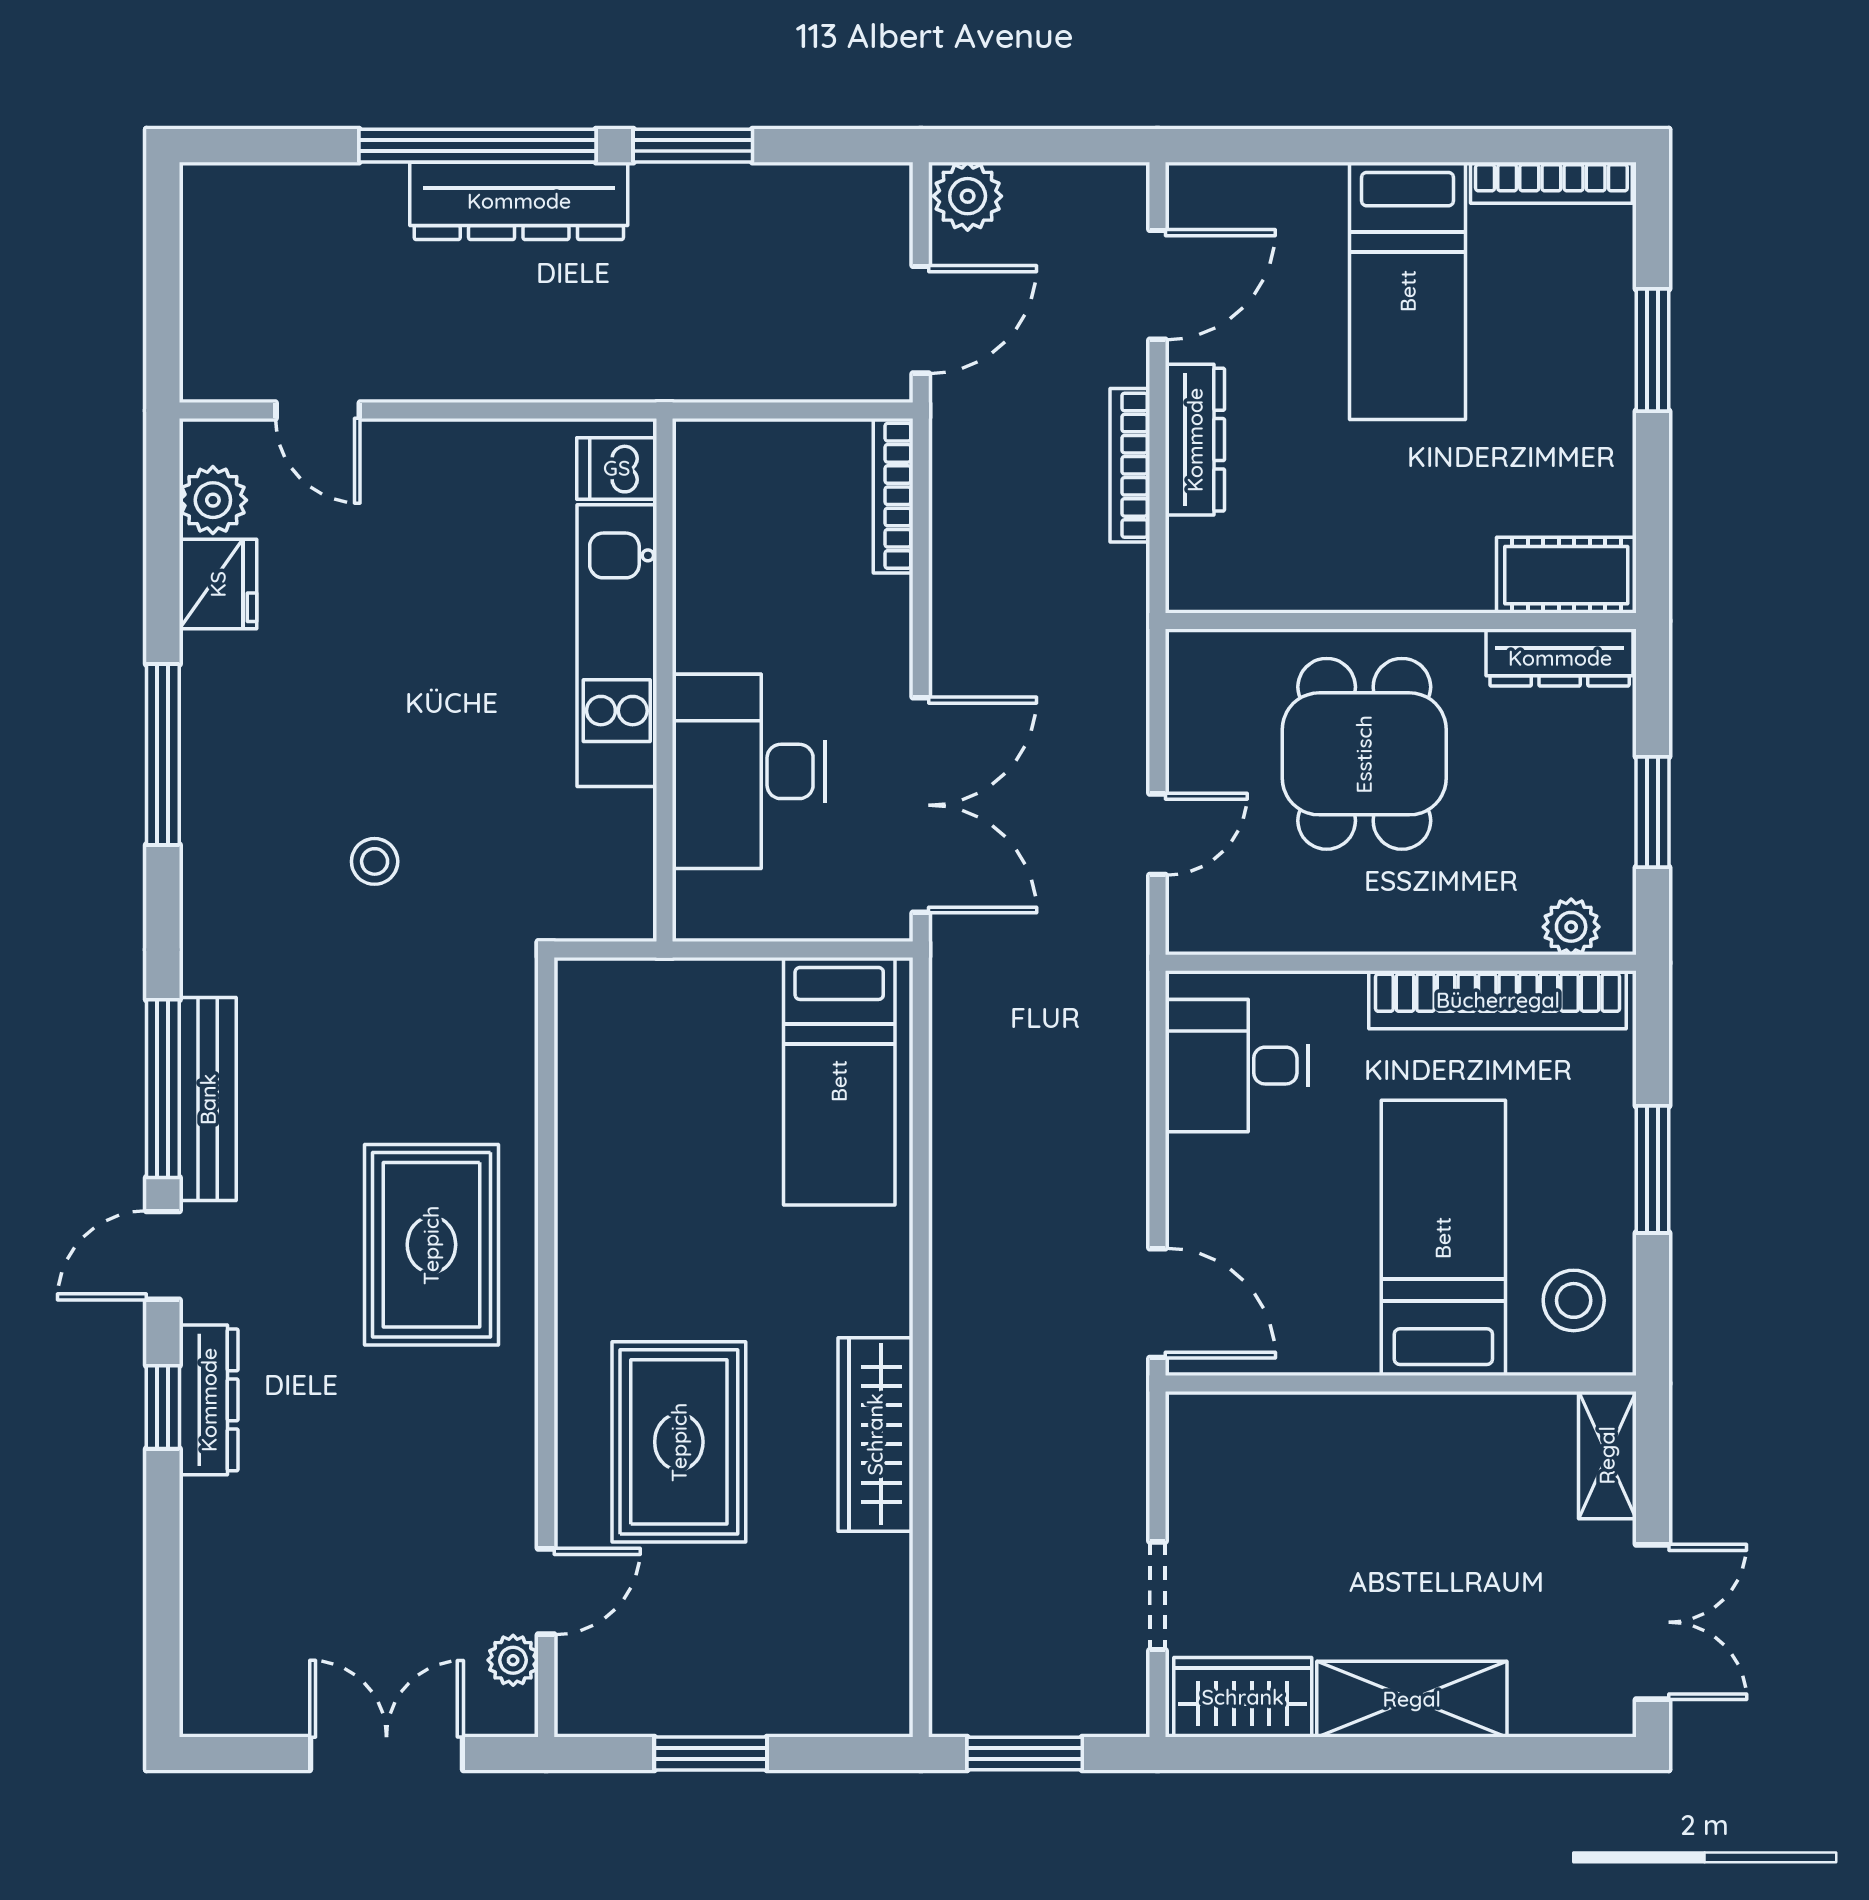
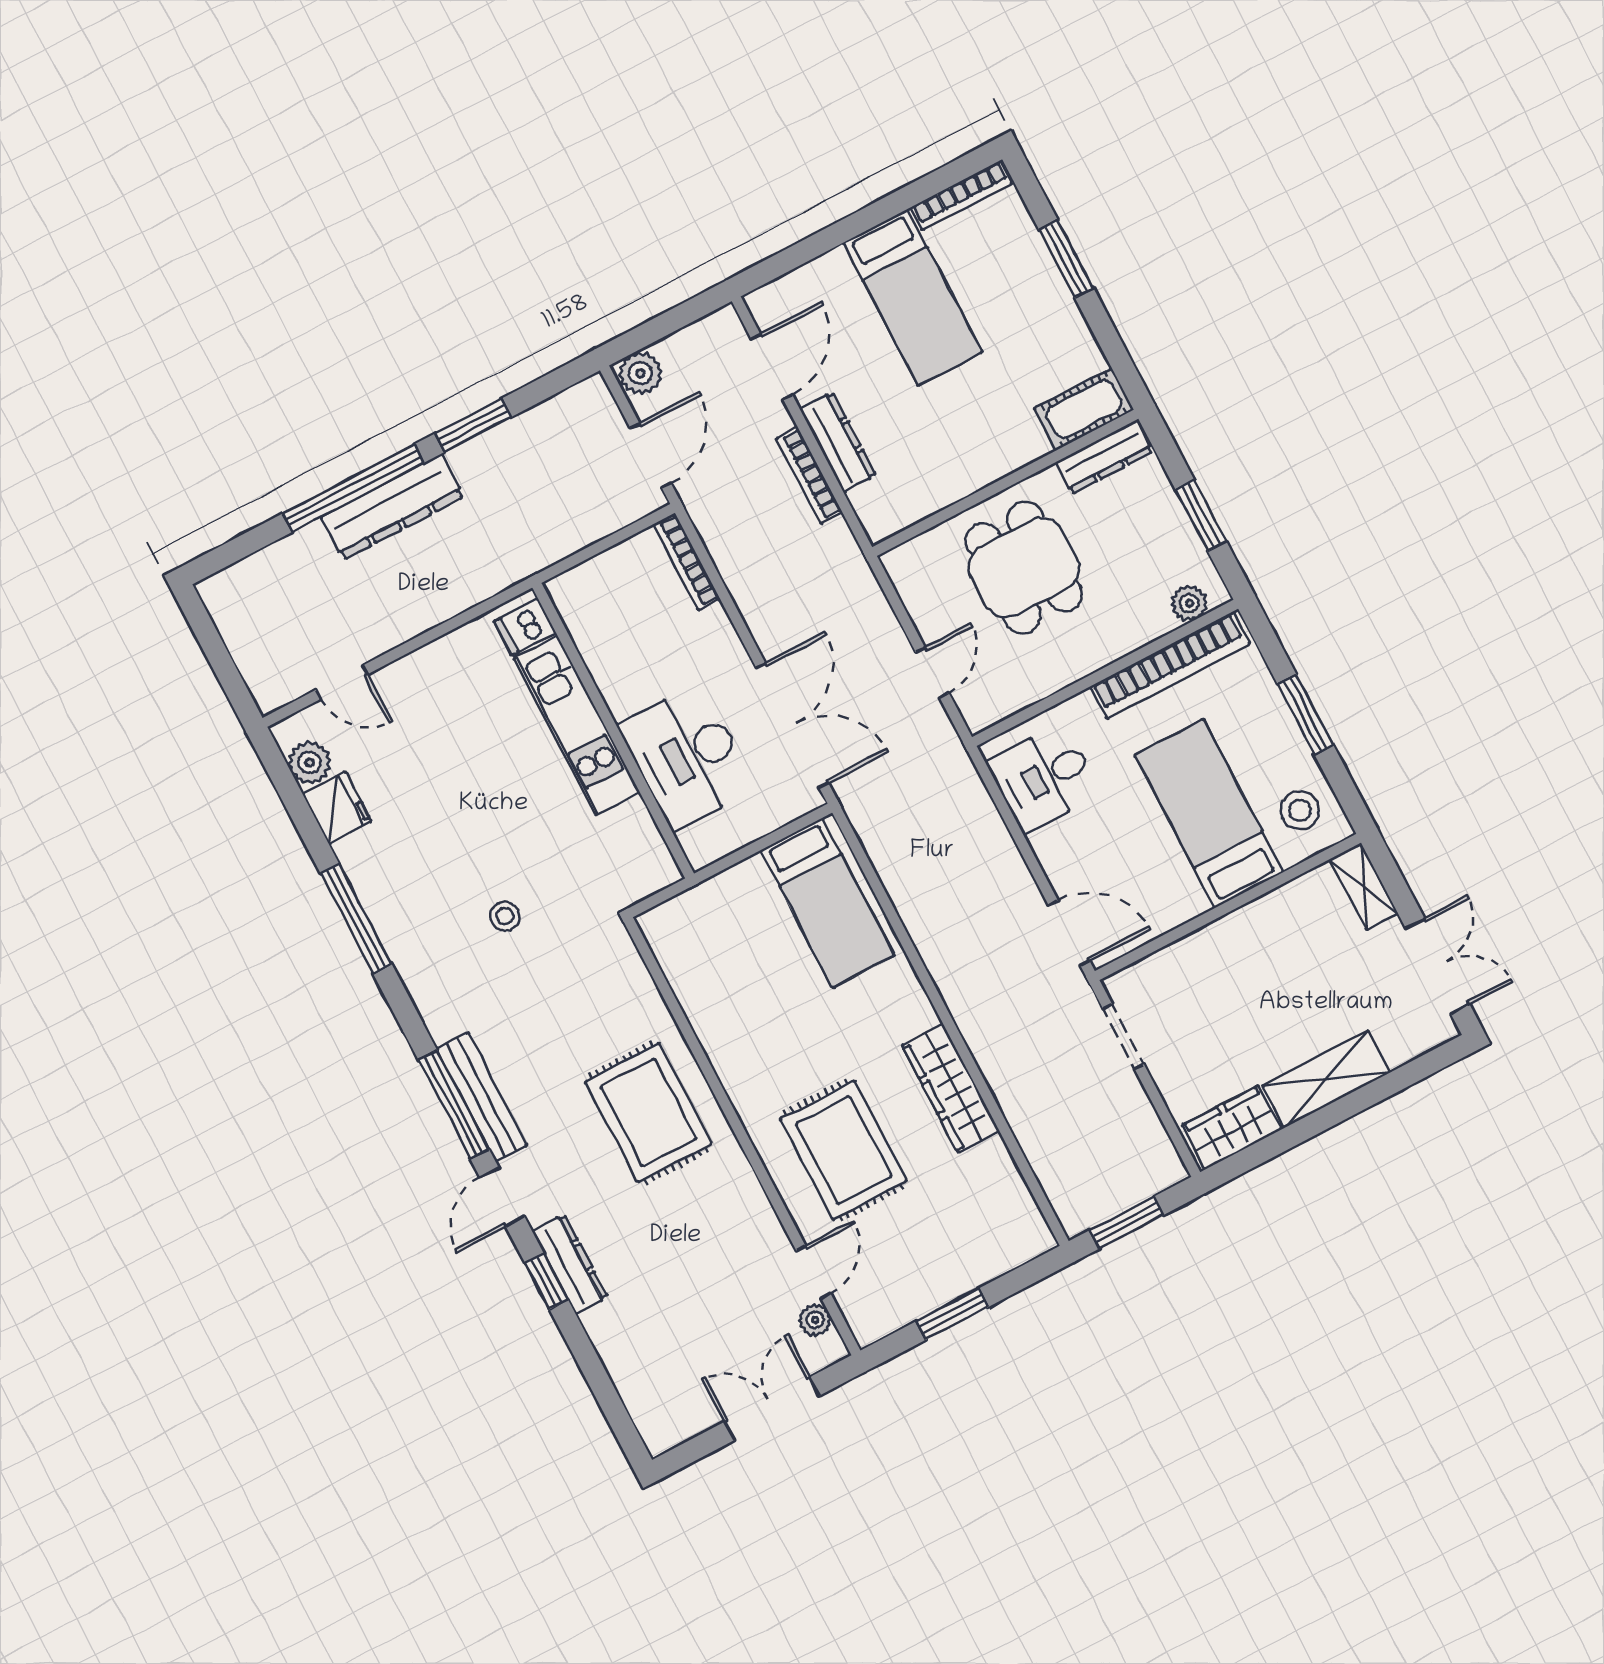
doorway: (1157, 1596) -> (1123, 1036), moved

